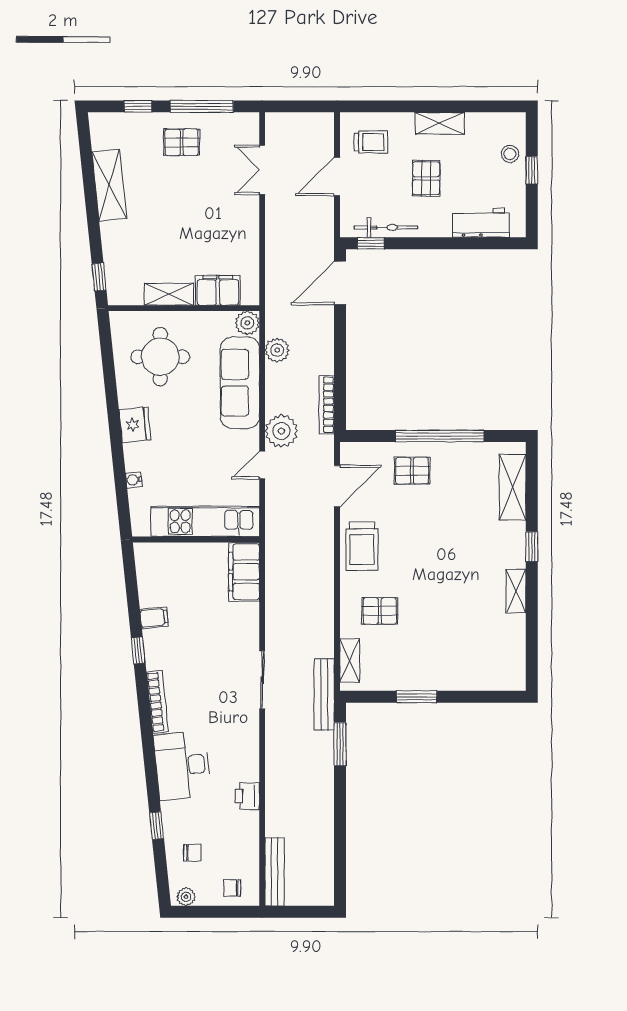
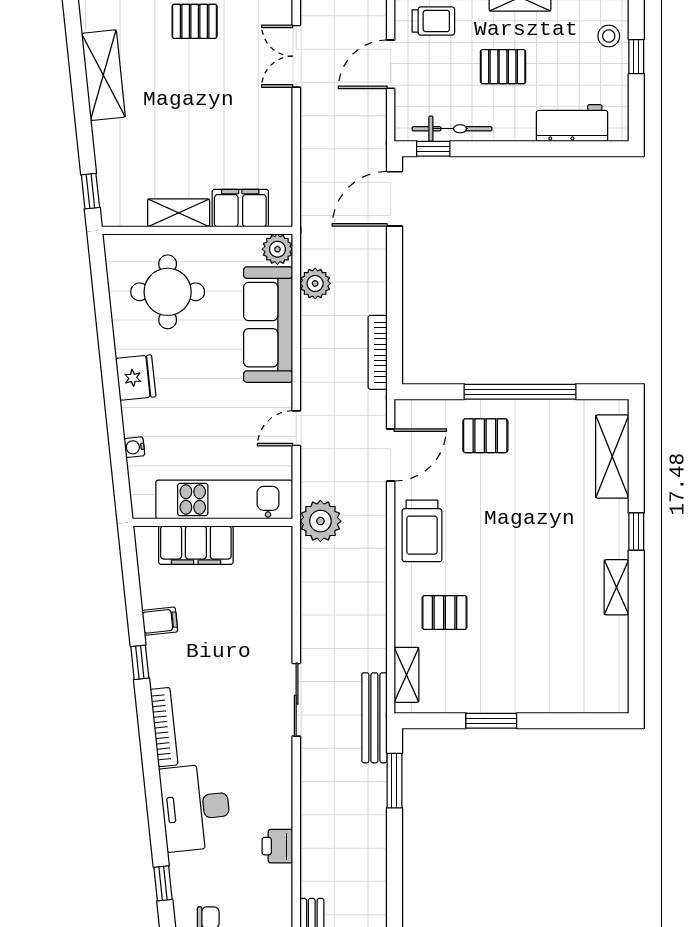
pallet: (426, 178) -> (503, 67), turned 90
plant: (281, 431) -> (320, 521), moved
filing cabinet: (244, 572) -> (196, 545), moved, turned -90

